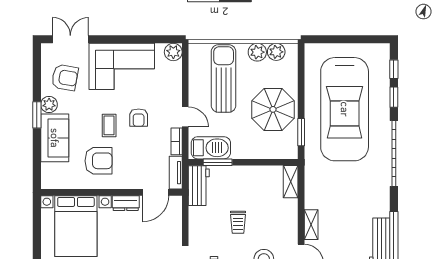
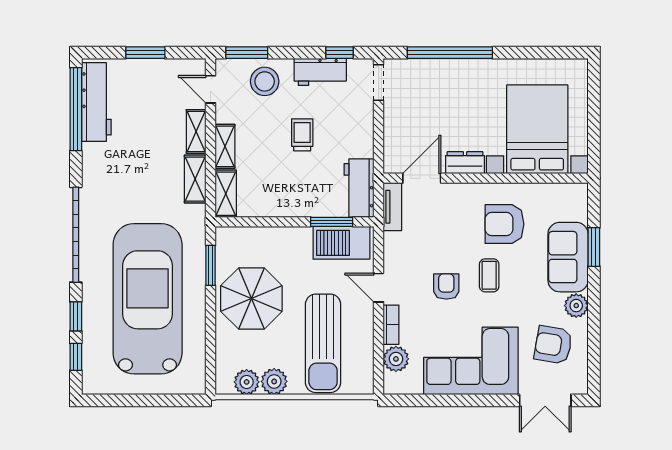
plant: (173, 52) -> (396, 359), moved
window: (37, 115) -> (594, 247), moved
bookcase: (177, 141) -> (391, 325), moved
shelving: (312, 192) -> (195, 179), added
shelving: (291, 214) -> (225, 146), added

